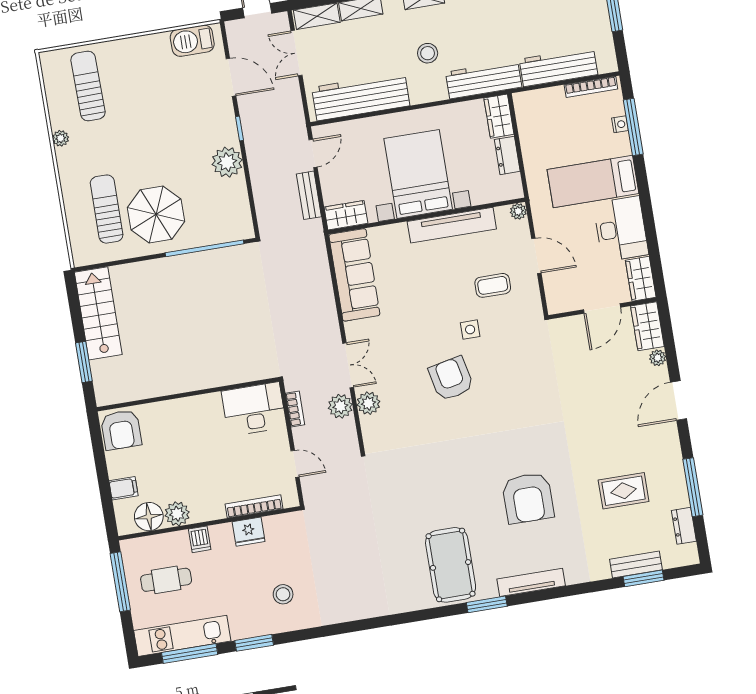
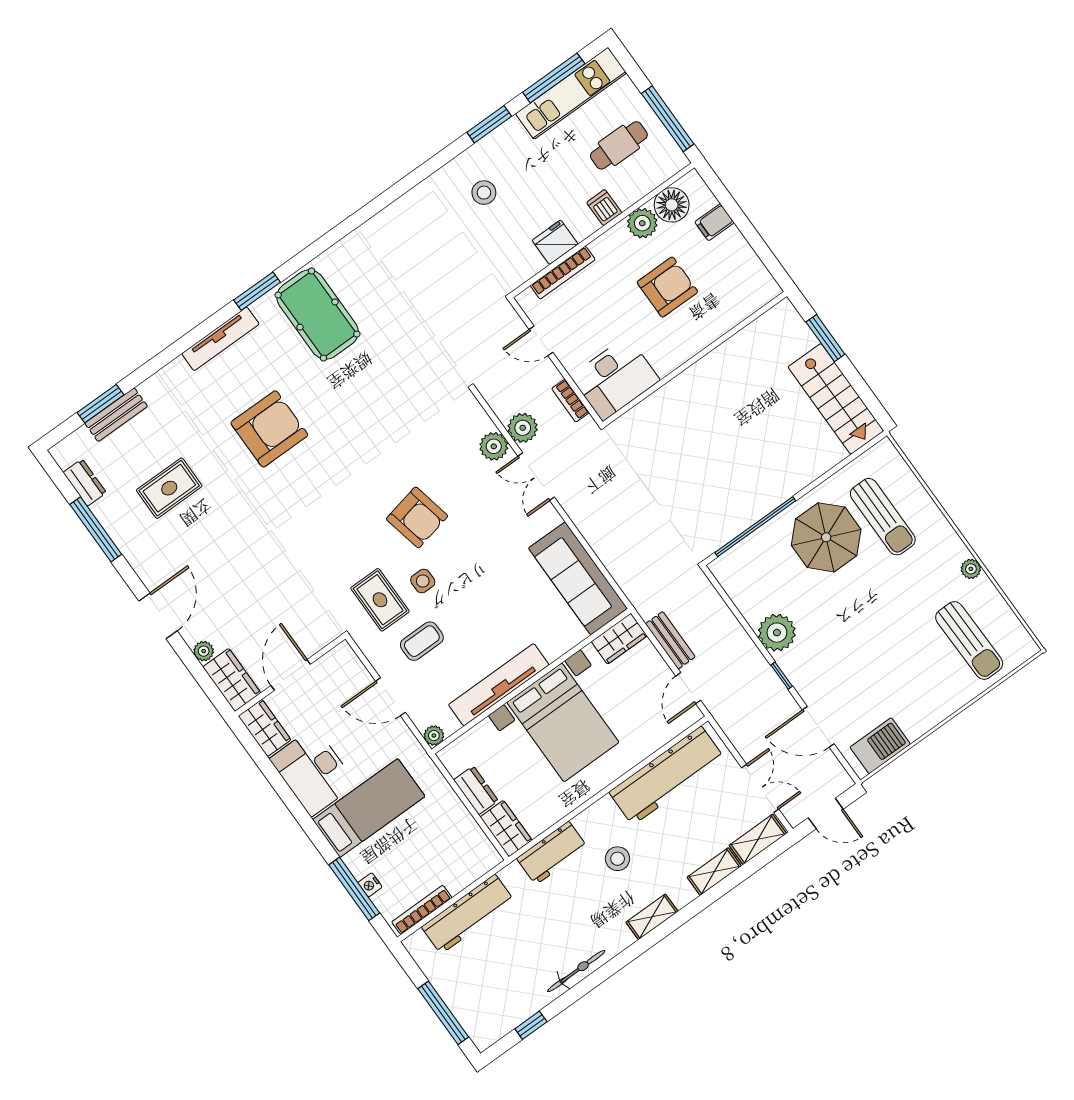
workbench: (484, 80) -> (552, 853), width x0.73
rug: (509, 331) -> (380, 600), added
armchair: (121, 430) -> (667, 287), moved, turned 90
armchair: (528, 498) -> (269, 429), turned 90

